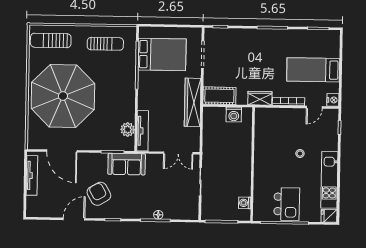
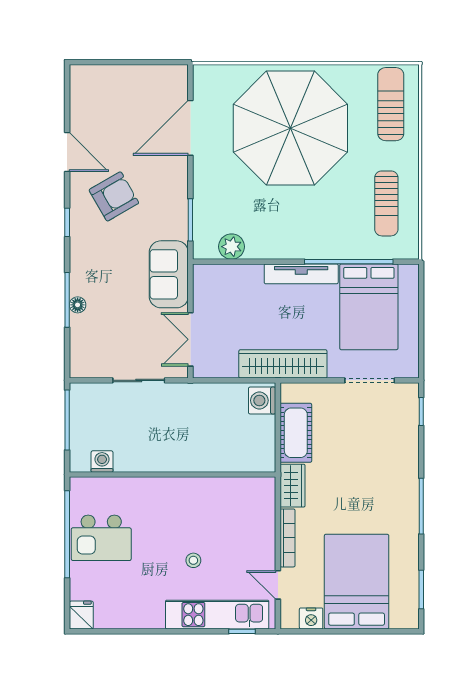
bed: (313, 70) -> (357, 582), width x1.50
cot: (219, 96) -> (296, 433), moved
nightstand: (333, 100) -> (311, 618), moved
washing machine: (234, 115) -> (262, 400), moved
tv unit: (143, 131) -> (301, 274), moved
sofa: (127, 164) -> (169, 274), moved
tv unit: (32, 175) -> (145, 74), removed
kitchen unit: (329, 180) -> (217, 615), moved

